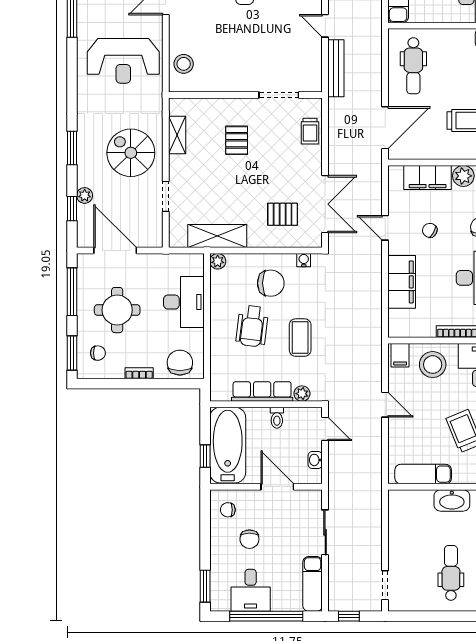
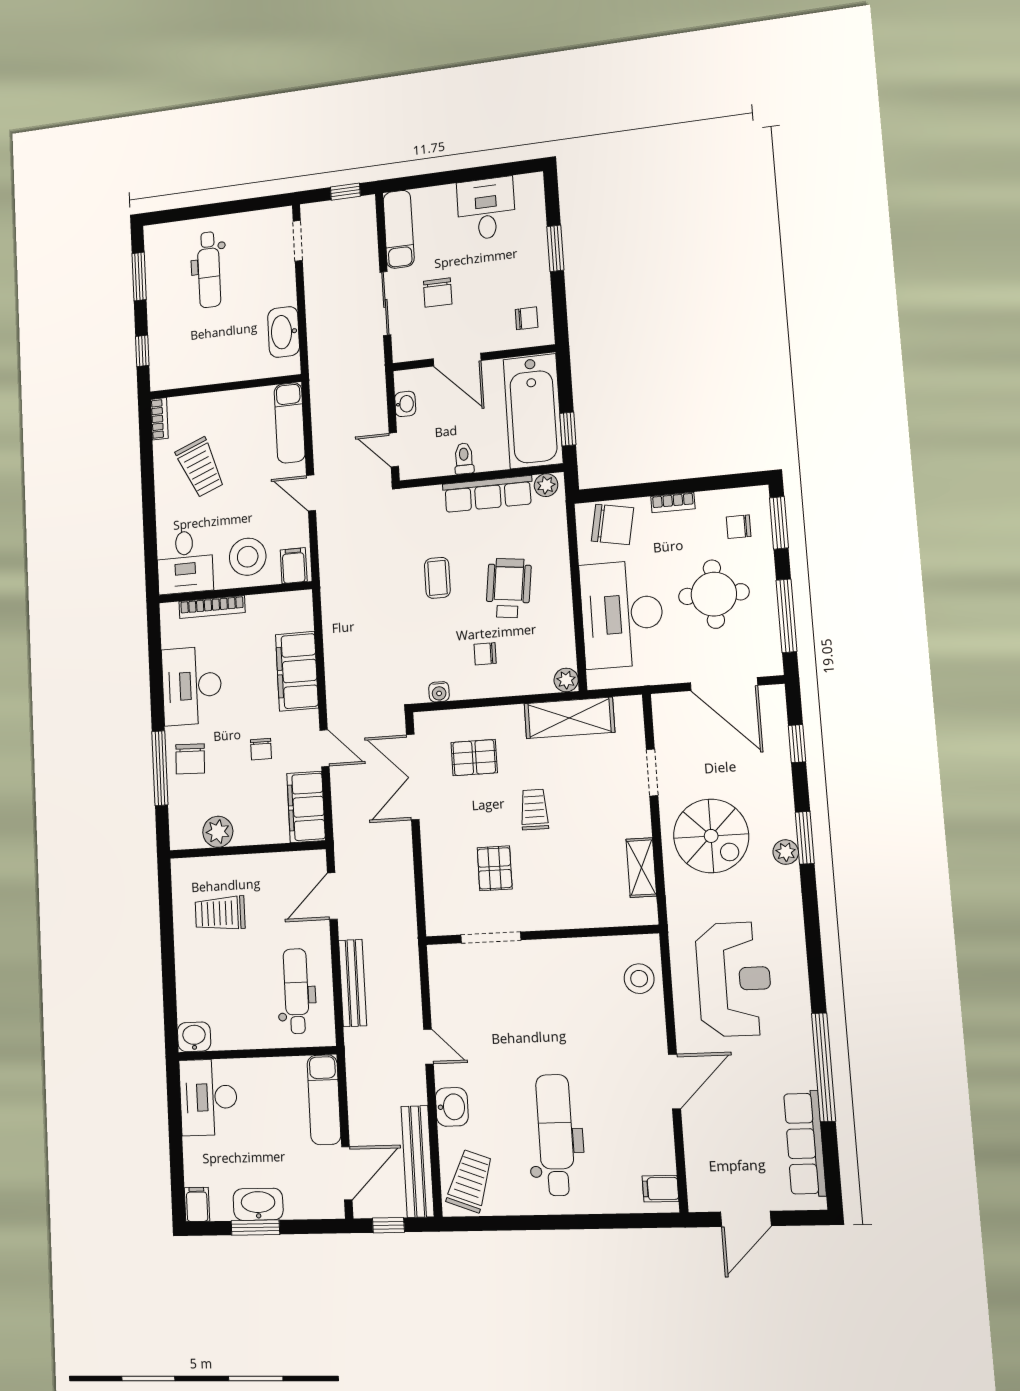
reception desk: (123, 61) -> (734, 979), turned 90
bench: (336, 68) -> (353, 983), moved
door: (385, 128) -> (332, 896), width x0.73
trolley: (310, 131) -> (534, 810), moved
pallet: (237, 140) -> (495, 868), moved
filing cabinet: (428, 177) -> (306, 807), moved, turned -90
plant: (85, 195) -> (786, 852), moved
chair: (430, 230) -> (261, 749), turned 60
chair: (271, 283) -> (485, 654), width x0.54, depth x0.54
desk: (184, 302) -> (622, 614), width x1.36, depth x1.30
coffee table: (300, 338) -> (437, 578), width x0.73, depth x0.77
chair: (180, 363) -> (612, 524), turned -79
plant: (302, 394) -> (546, 485), moved
window: (205, 456) -> (568, 429), moved
exam couch: (423, 474) -> (290, 423), moved, turned 90
washbasin: (452, 500) -> (284, 332), moved, turned -90
chair: (249, 539) -> (438, 293), moved, turned 180
window: (205, 586) -> (555, 248), moved
window: (266, 616) -> (461, 176), removed

